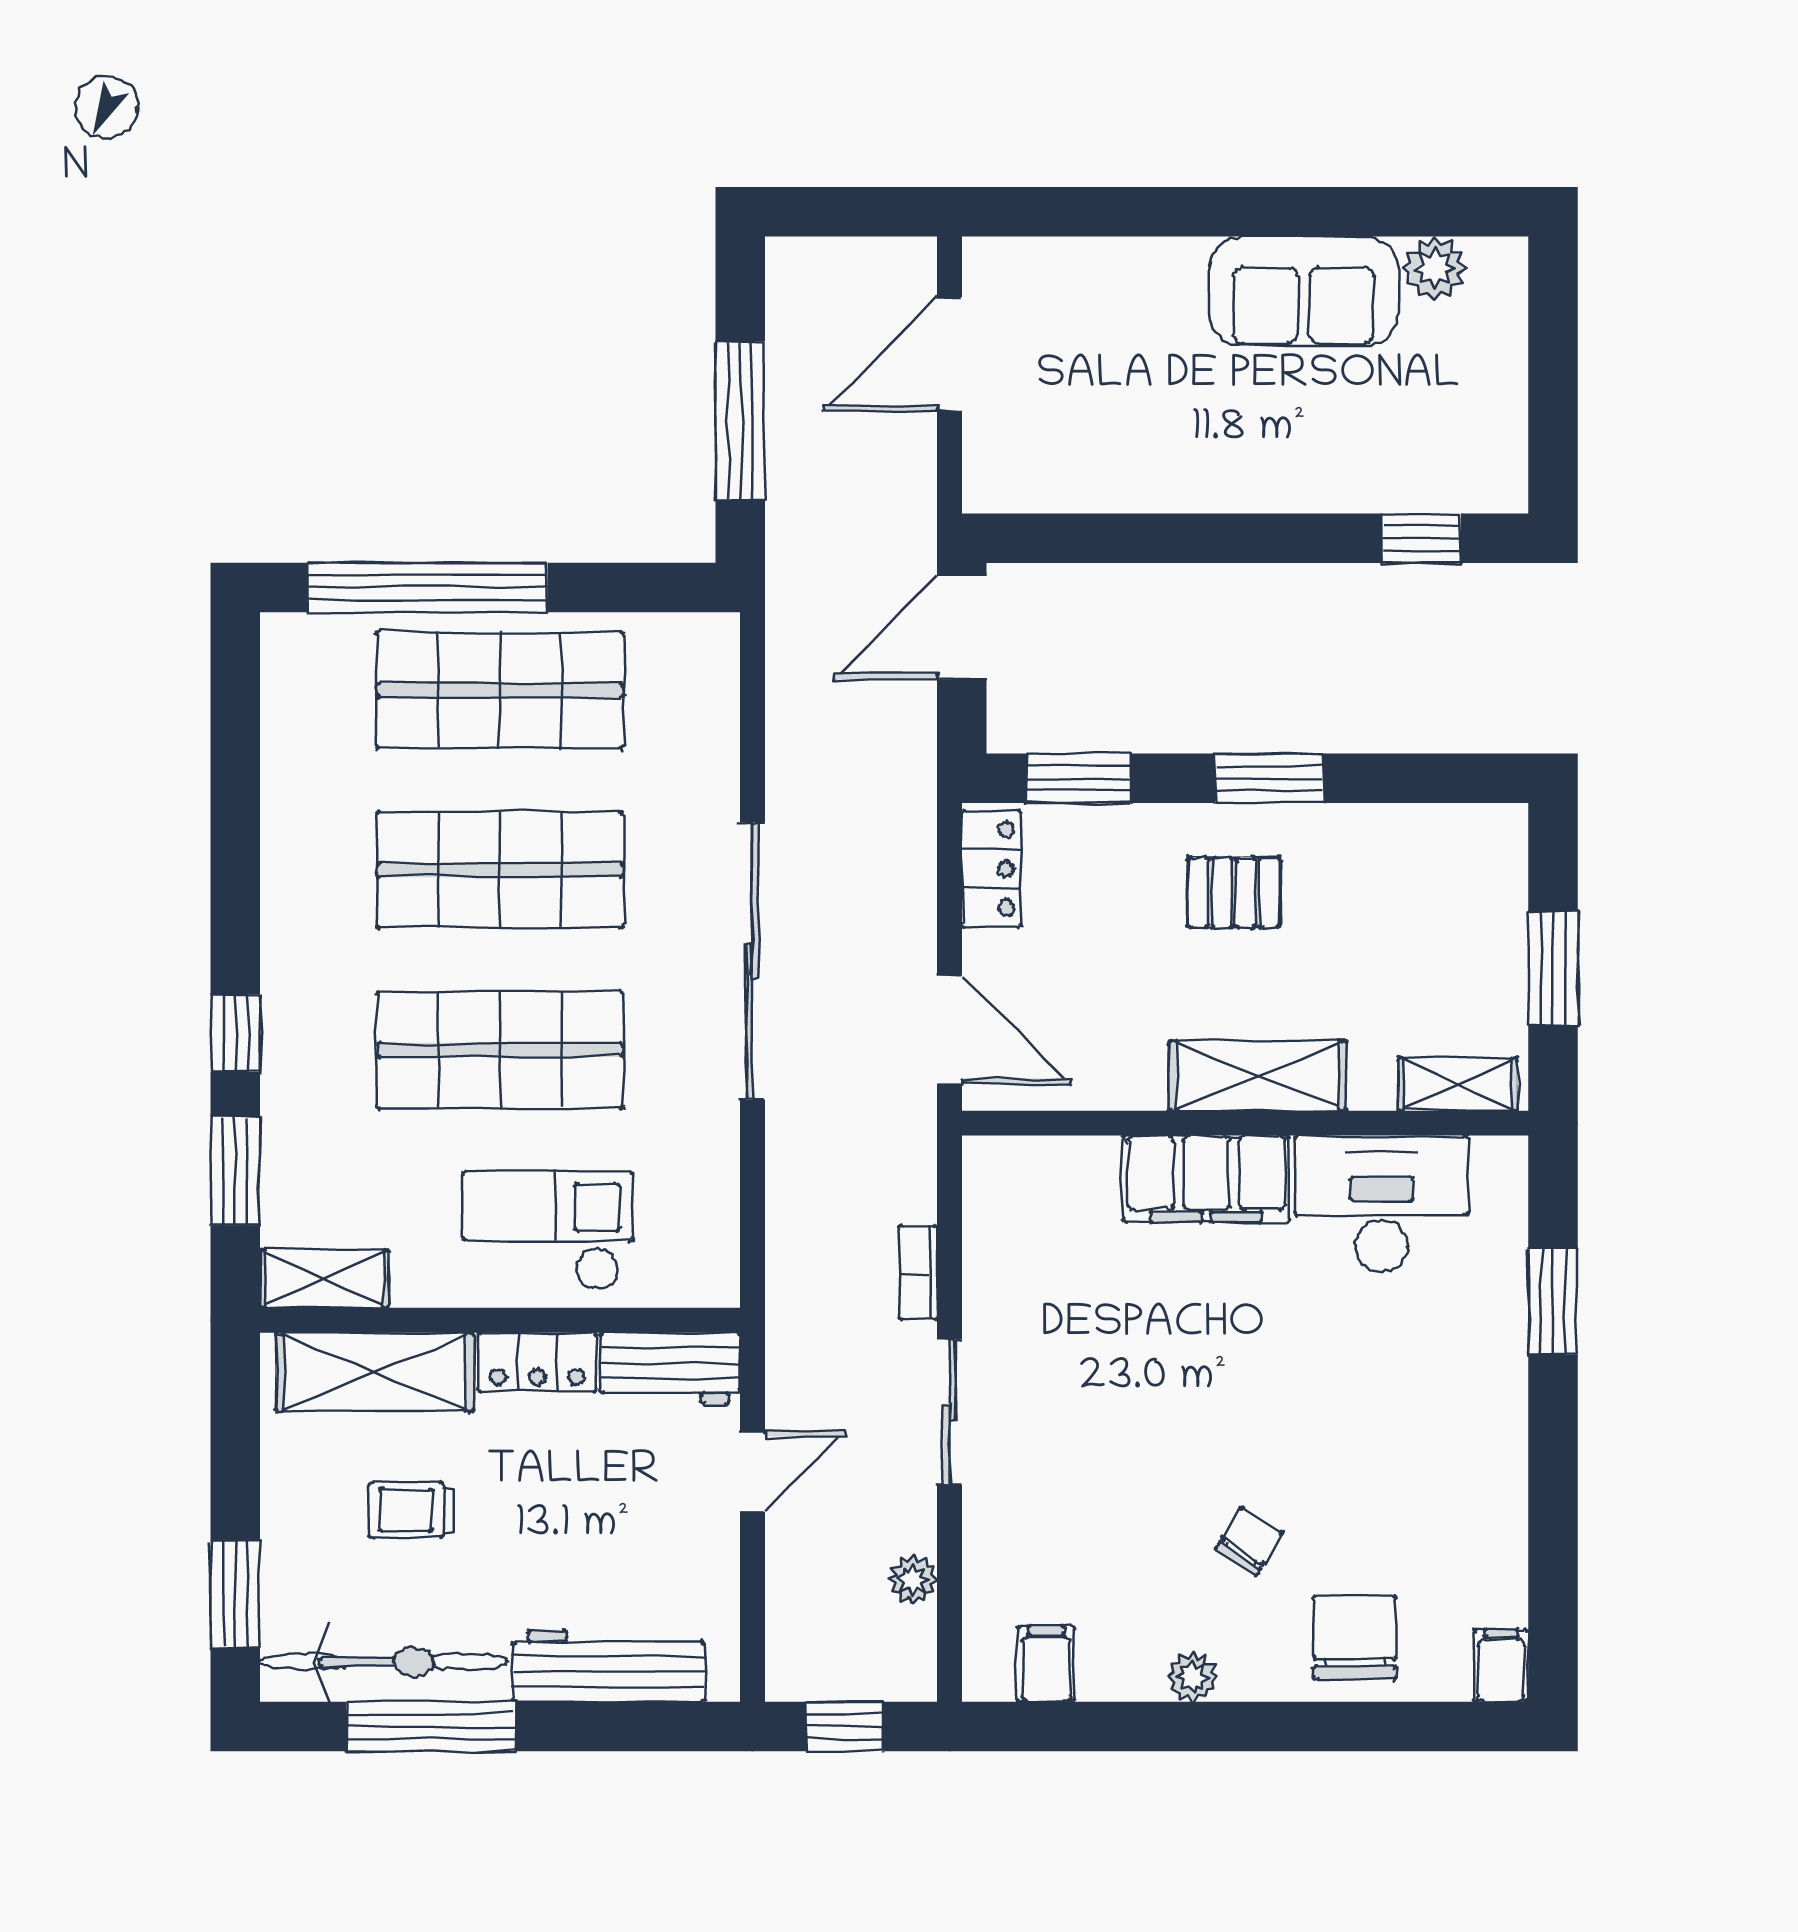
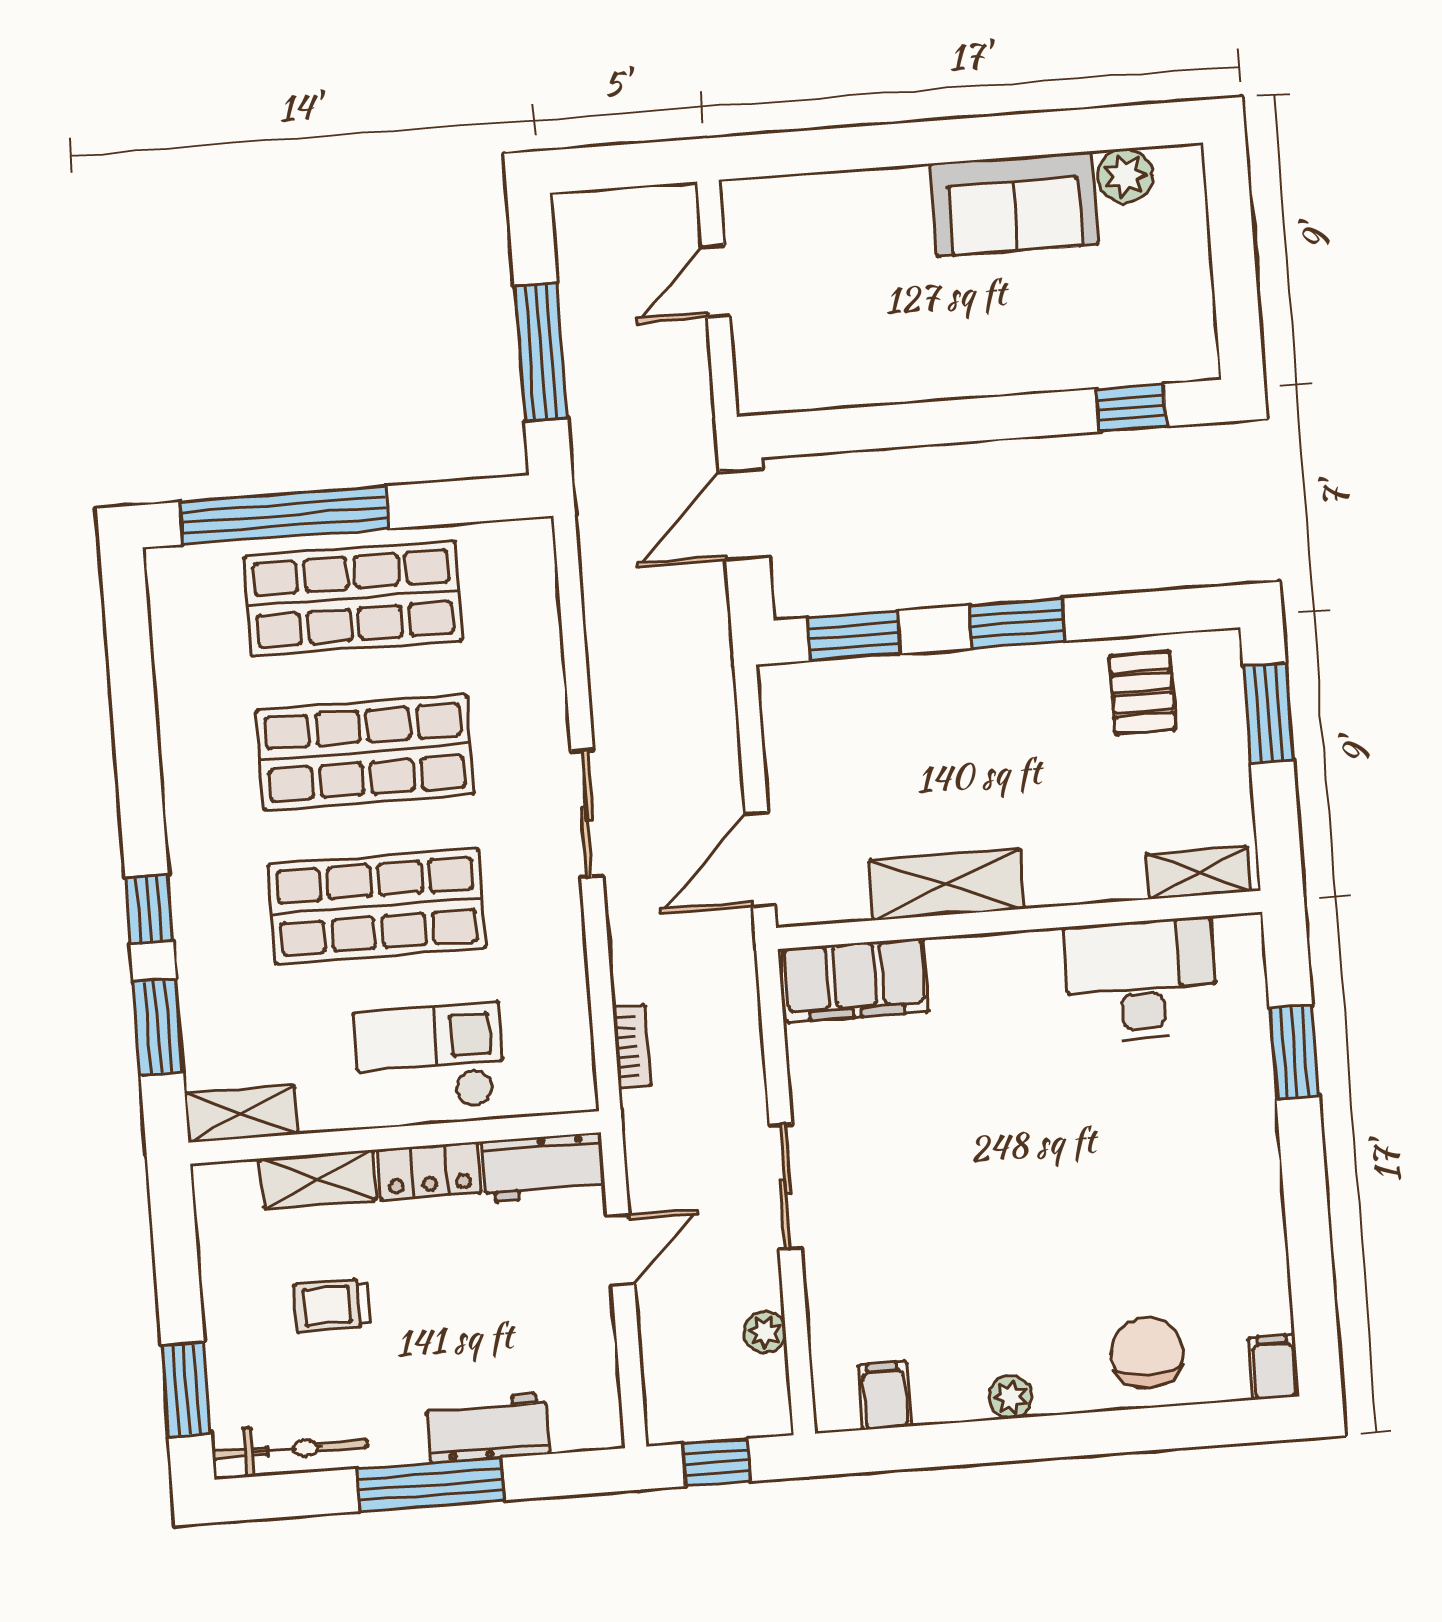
door: (950, 354) -> (716, 281), width x0.73
locker: (991, 869) -> (785, 719), removed
pallet: (1234, 893) -> (1142, 693), moved, turned 90
sliding door: (752, 961) -> (587, 814), width x0.54
window: (1553, 968) -> (1268, 713), moved
door: (950, 1030) -> (760, 859), swing flipped
shelving: (1258, 1076) -> (947, 884), moved
filing cabinet: (1206, 1179) -> (855, 980), moved
bookcase: (918, 1273) -> (632, 1046), moved, turned 180
shelving: (375, 1372) -> (318, 1179), width x0.67, depth x0.75
chair: (1249, 1541) -> (1050, 1277), removed
bicycle: (384, 1662) -> (290, 1449), width x0.73, depth x0.71
workbench: (608, 1666) -> (488, 1428), width x0.73
window: (431, 1727) -> (431, 1484), moved

